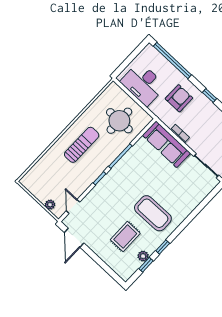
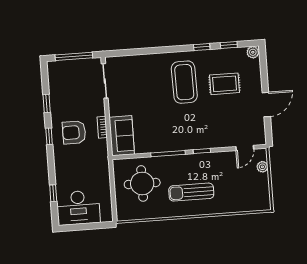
window: (172, 60) -> (53, 193), width x0.32
desk: (143, 84) -> (78, 208), moved, turned 90
armchair: (179, 98) -> (74, 132), moved
sofa: (166, 144) -> (122, 136), width x0.73
door: (74, 238) -> (266, 105), moved
plant: (143, 256) -> (253, 52), moved

